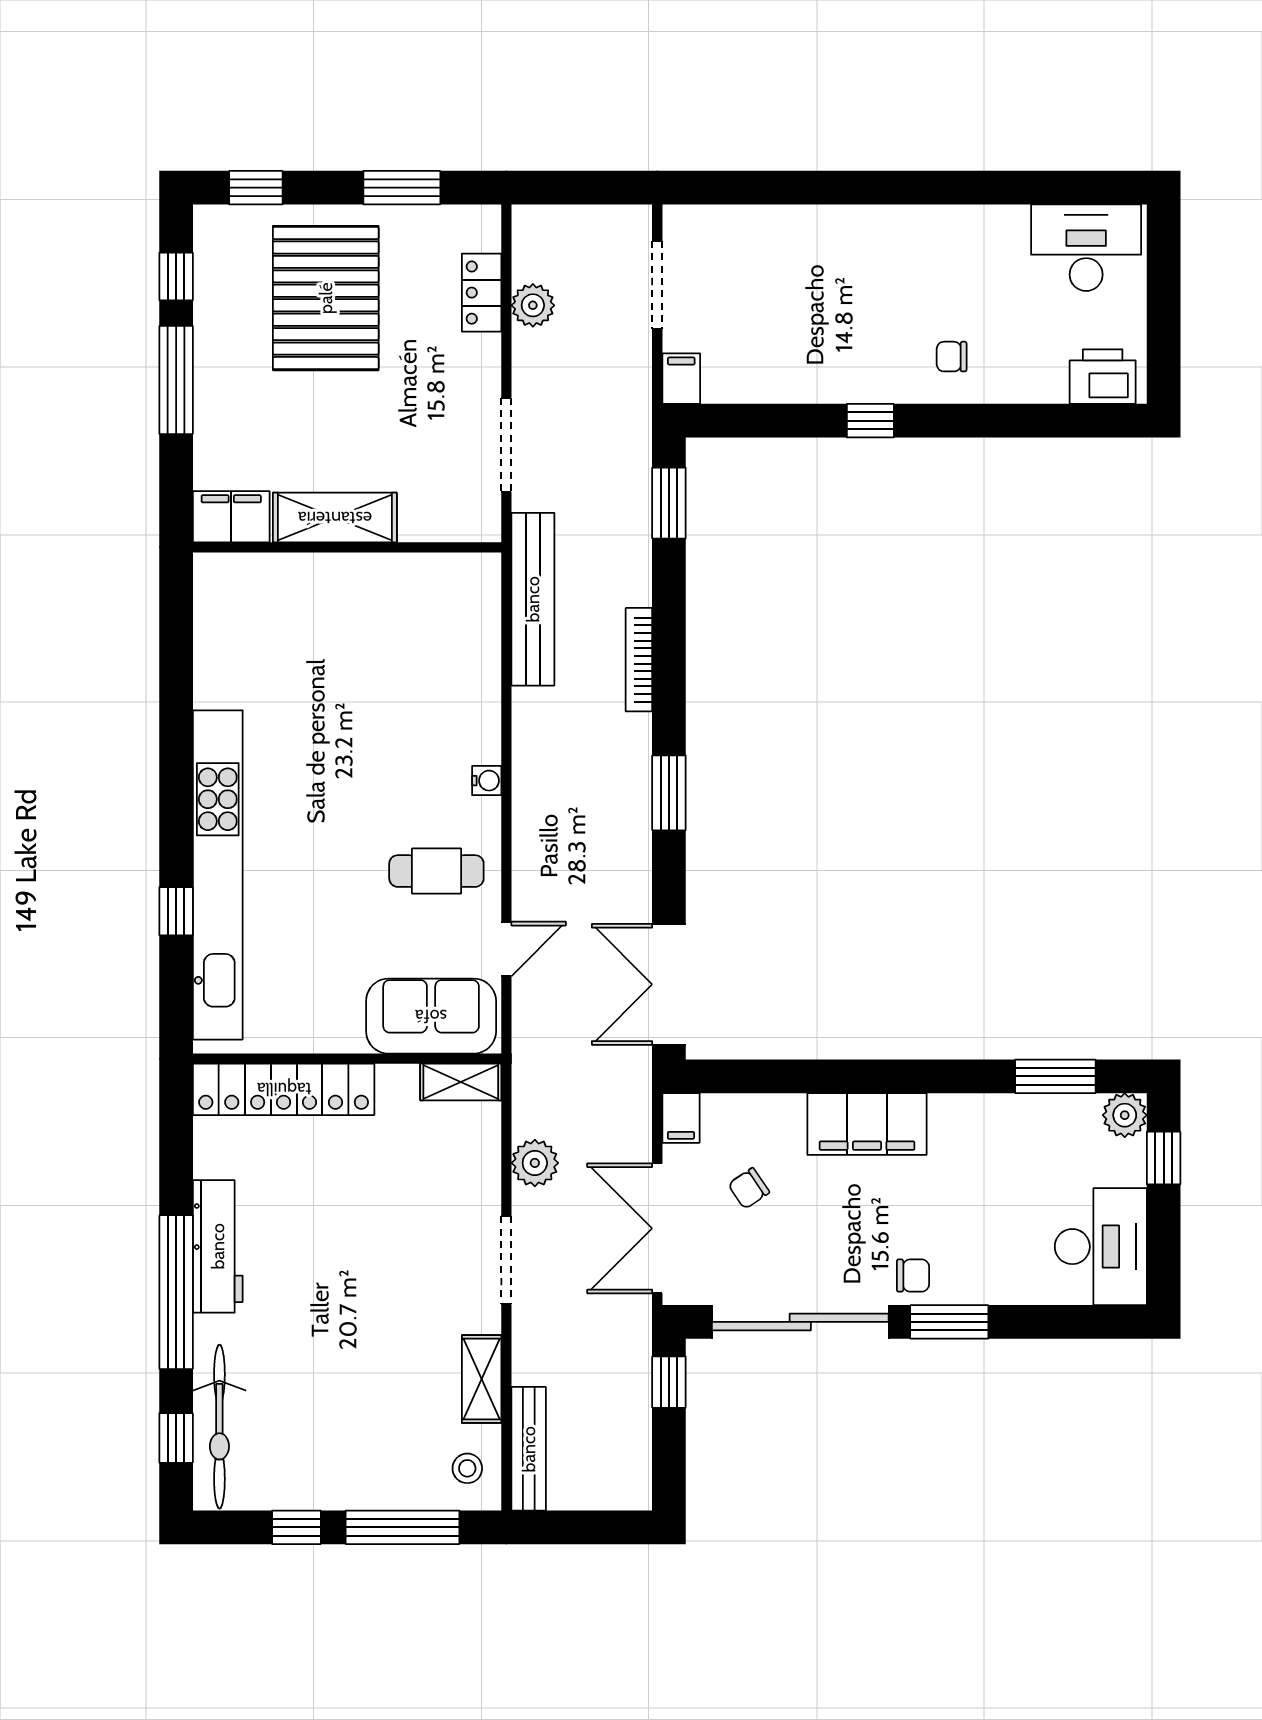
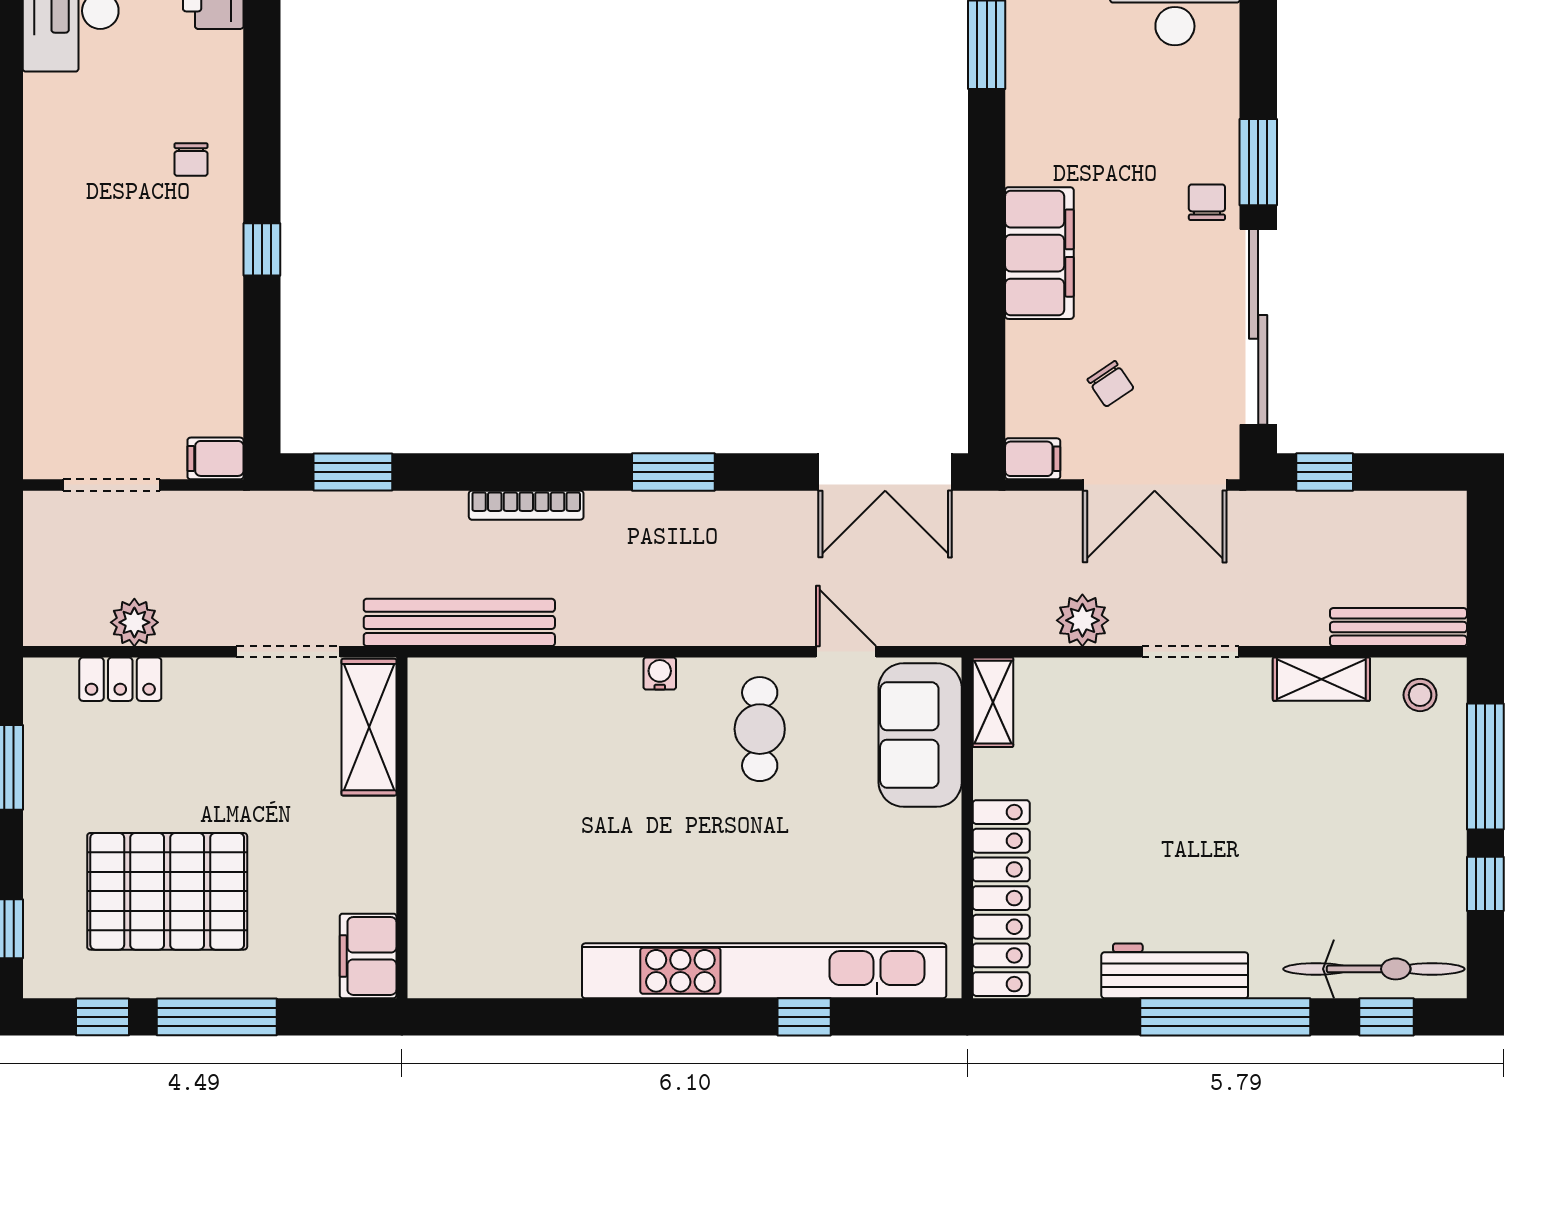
pallet: (326, 298) -> (167, 891), moved
shelving: (335, 518) -> (369, 727), moved

